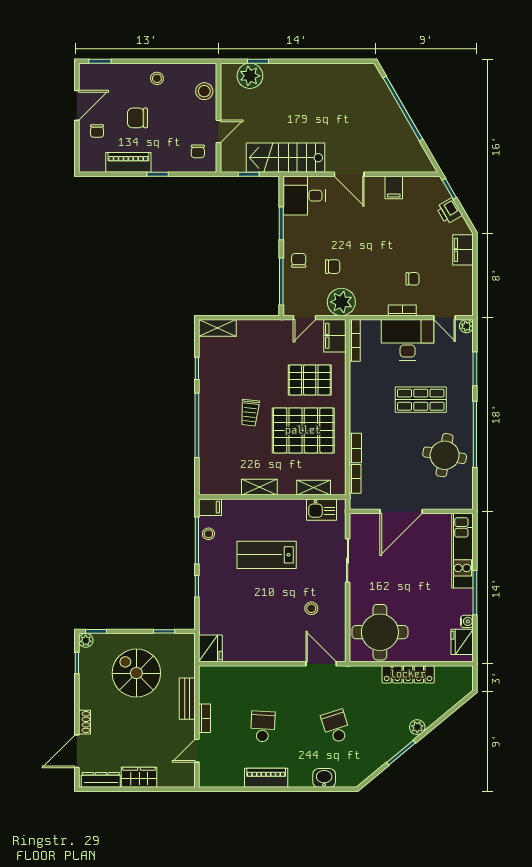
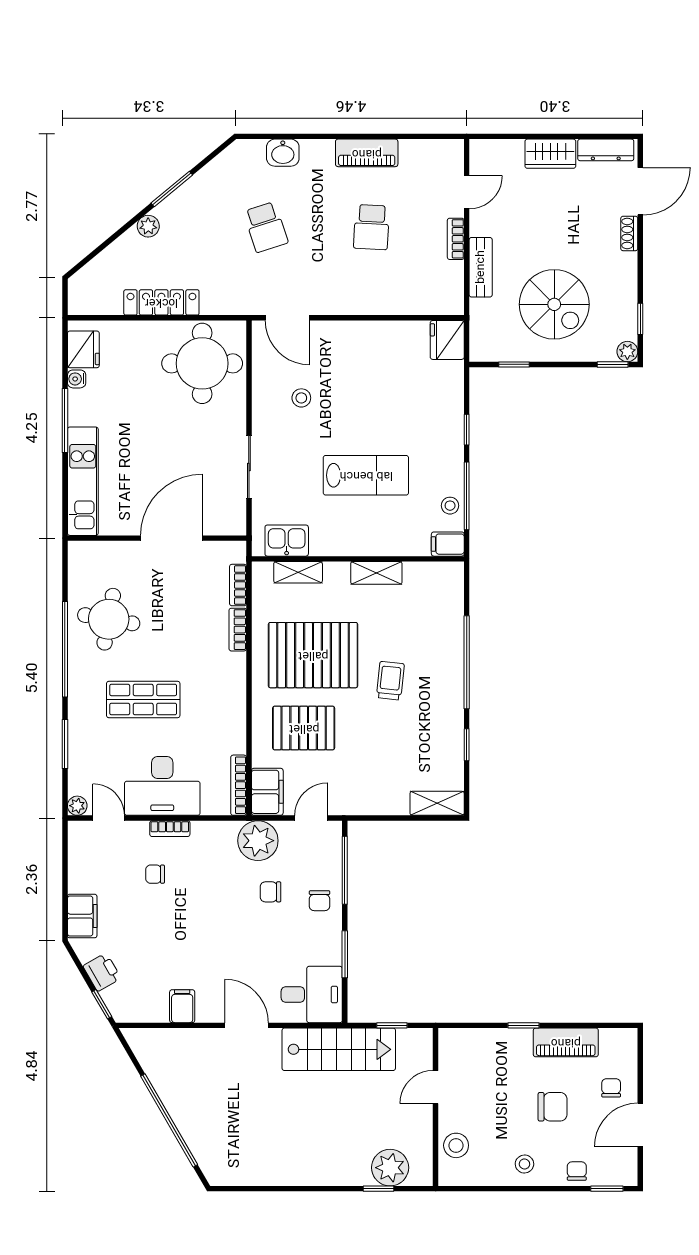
chair: (198, 151) -> (577, 1171), moved

